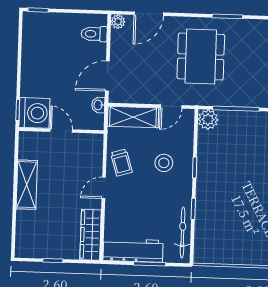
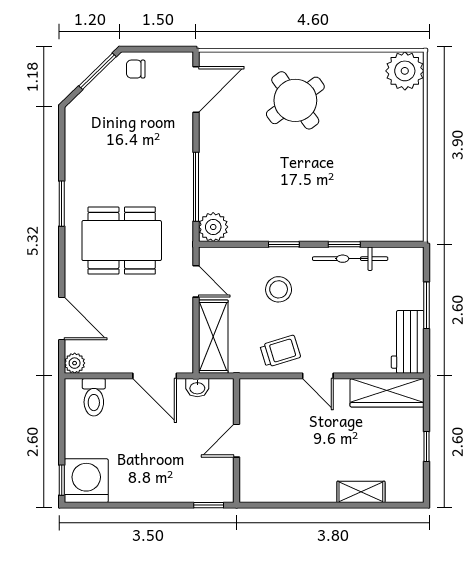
washing machine: (34, 113) -> (86, 481), moved
shelving: (27, 185) -> (361, 492), moved, width x0.67, depth x0.75
bicycle: (183, 233) -> (350, 259), moved
workbench: (133, 250) -> (408, 342), width x0.73

